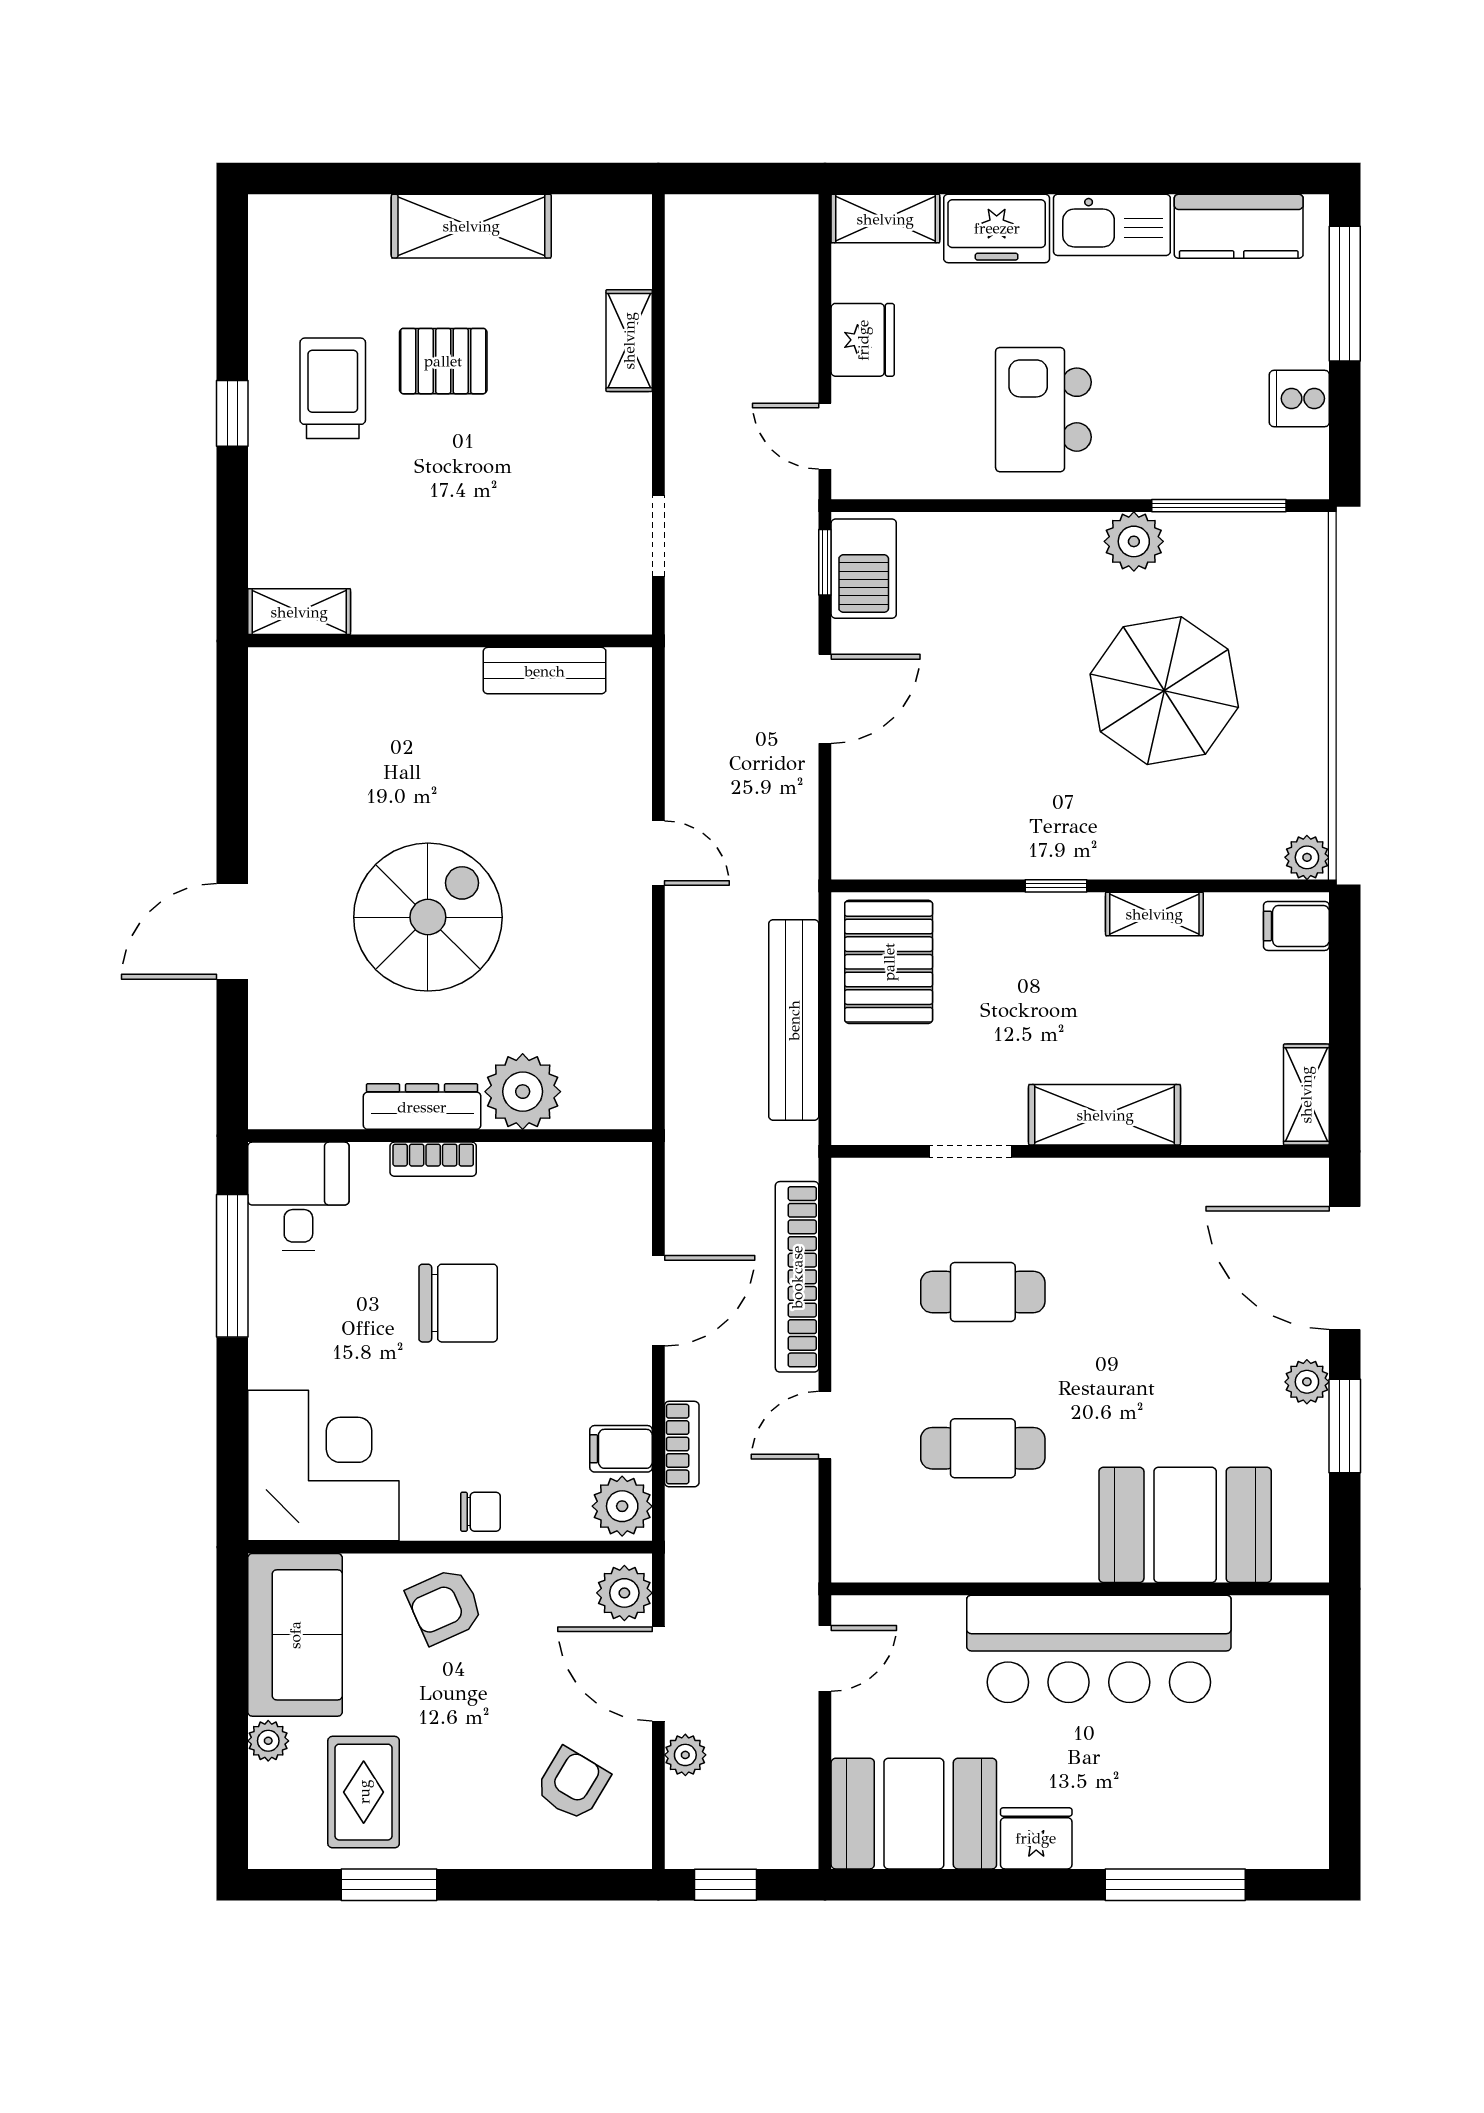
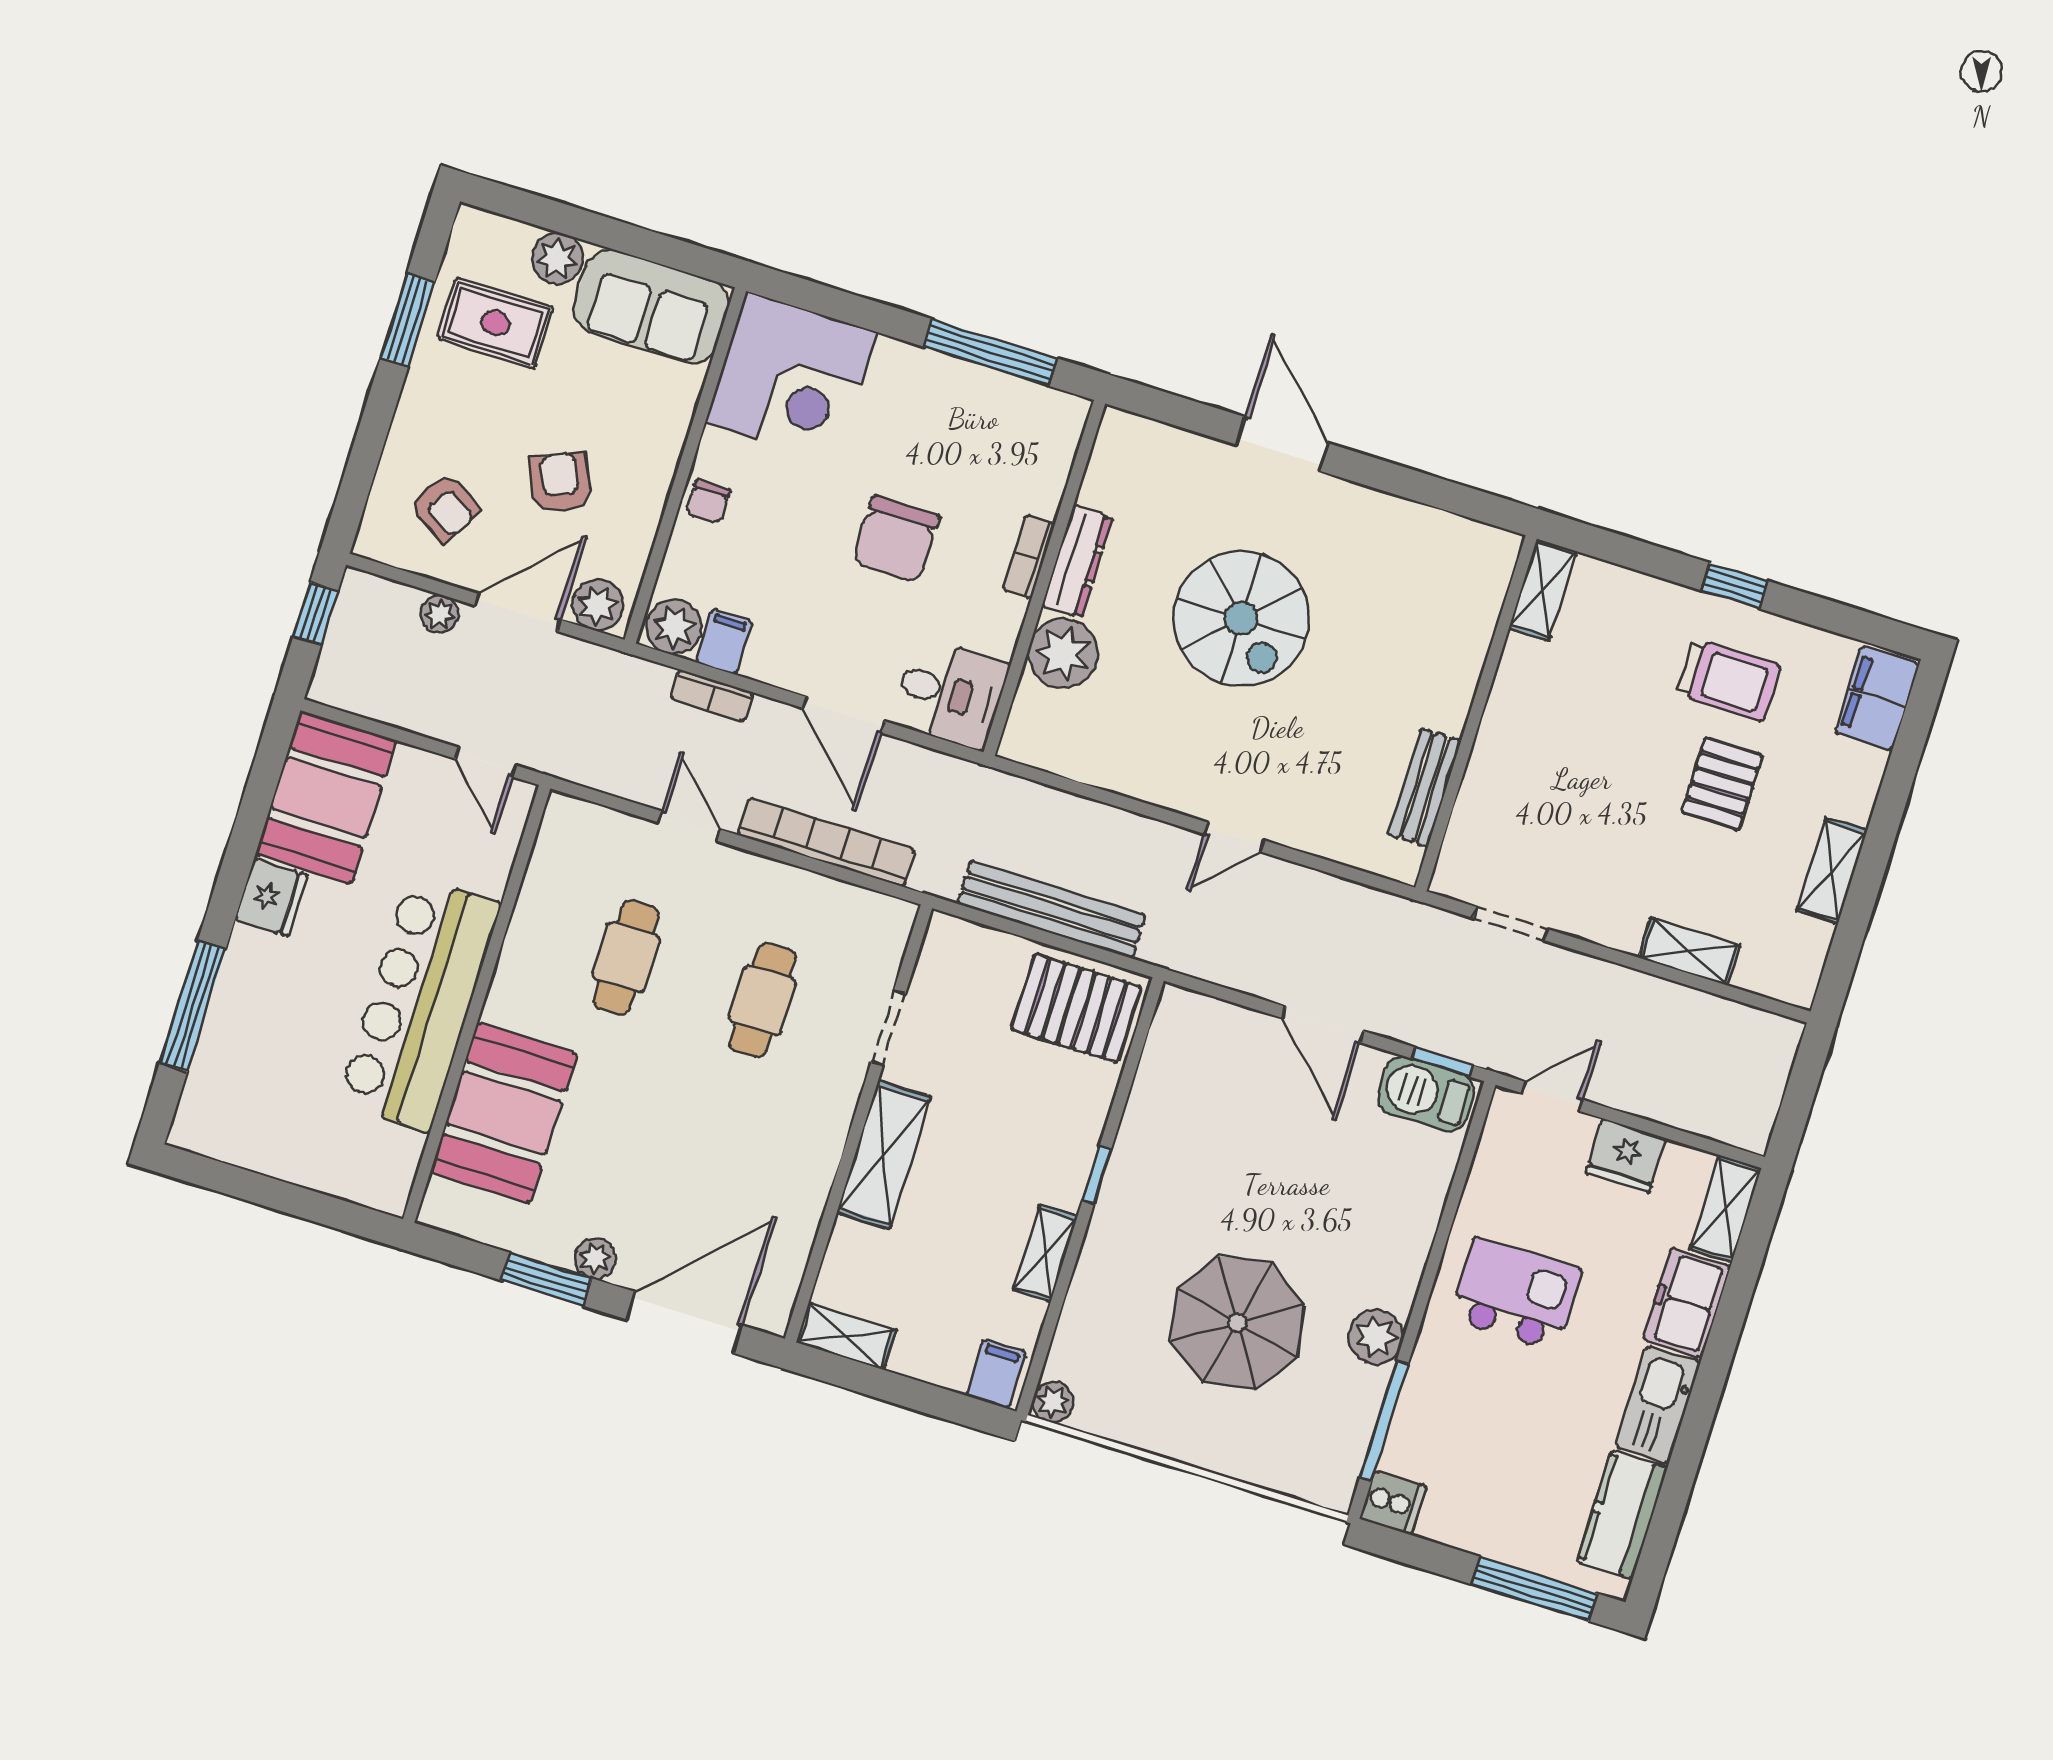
shelving: (471, 226) -> (1832, 871), width x0.67, depth x0.75
filing cabinet: (303, 227) -> (1877, 698), added
cooker: (1299, 398) -> (1393, 1502), moved, turned 90
desk: (298, 1196) -> (950, 694), moved
armchair: (445, 1606) -> (560, 482), moved
plant: (268, 1741) -> (557, 258), width x1.38, depth x1.38

